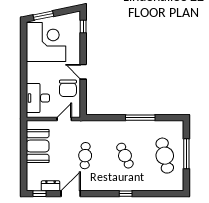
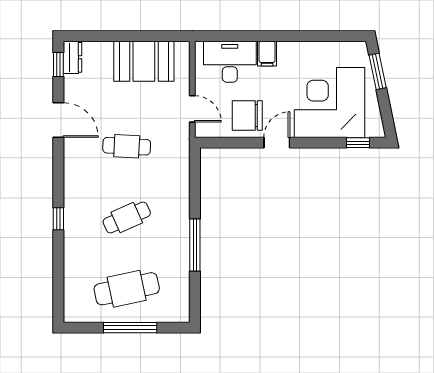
corner desk: (46, 42) -> (330, 103), moved, turned 180
filing cabinet: (33, 77) -> (267, 54), added
dresser: (51, 186) -> (73, 57), moved

